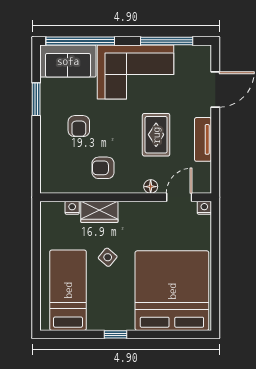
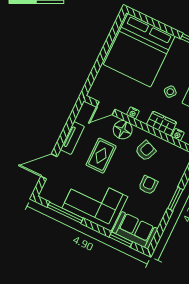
window: (80, 41) -> (121, 239), width x0.47
window: (36, 99) -> (175, 199), moved
armchair: (103, 168) -> (146, 151), turned -68
floor lamp: (151, 187) -> (123, 130), width x1.89, depth x1.89
nightstand: (204, 208) -> (133, 113), moved

